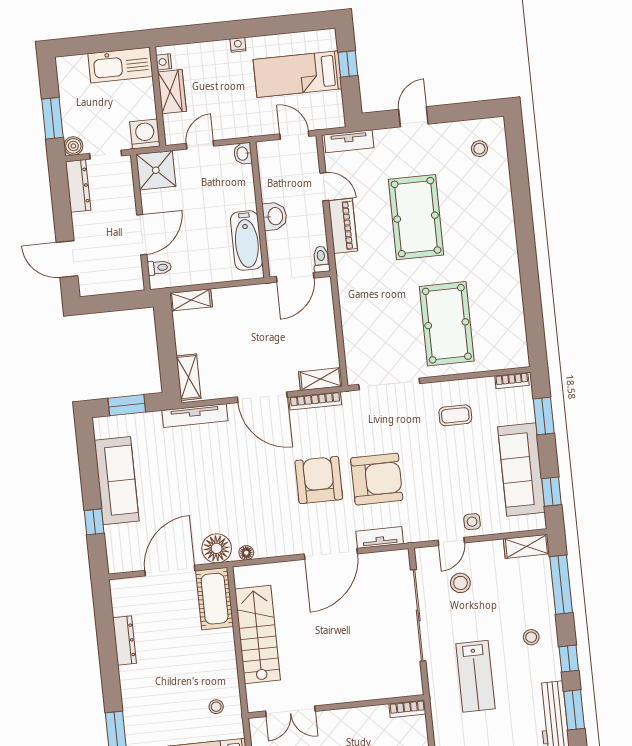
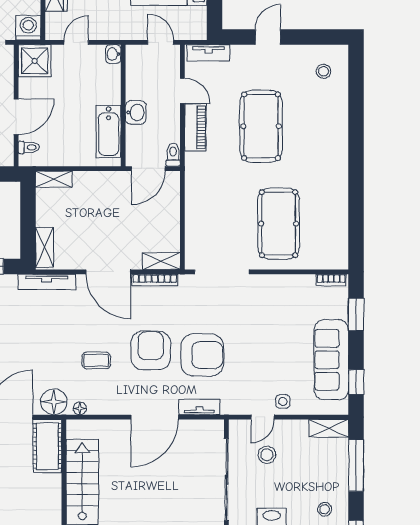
coffee table: (455, 415) -> (96, 360), moved

